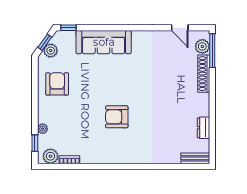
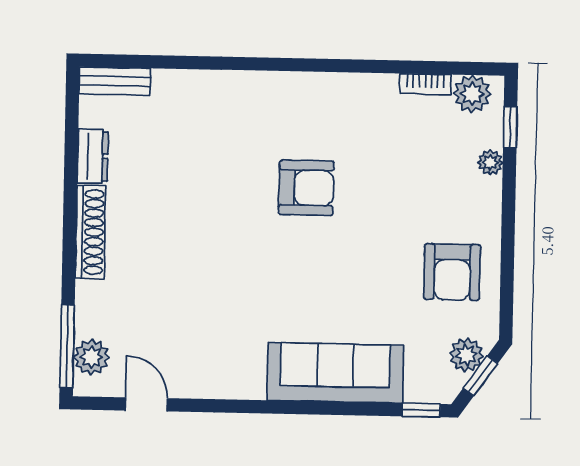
shoe rack: (204, 74) -> (90, 232), moved

